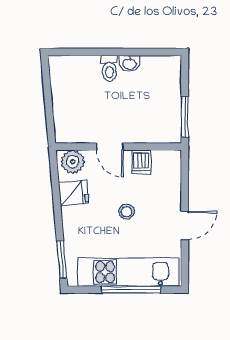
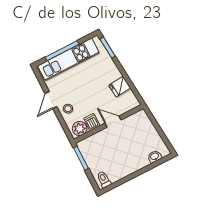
washbasin: (130, 64) -> (155, 157), moved
toilet: (109, 68) -> (104, 179), moved
plant: (73, 162) -> (80, 128), moved
stool: (127, 212) -> (68, 109), moved

